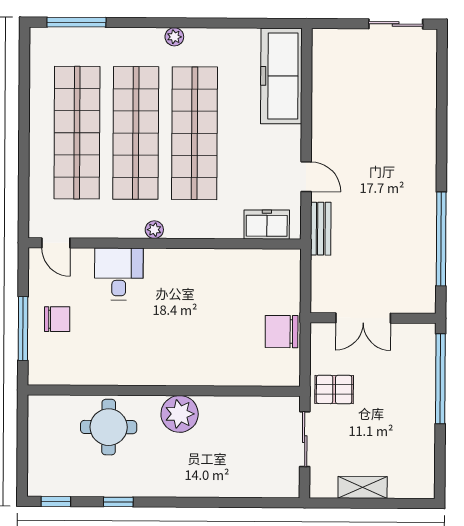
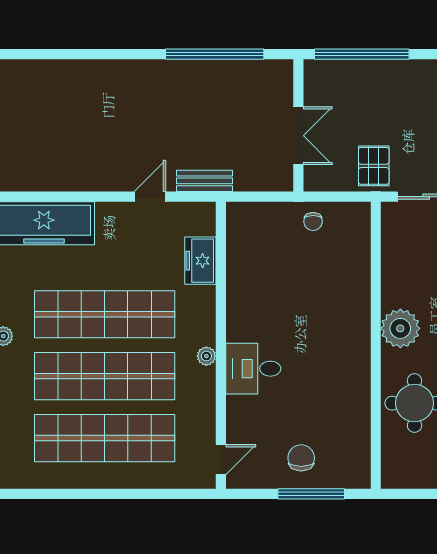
freezer: (267, 225) -> (200, 261), moved
desk: (119, 274) -> (253, 369), moved
chair: (282, 332) -> (313, 221), width x0.54, depth x0.54

